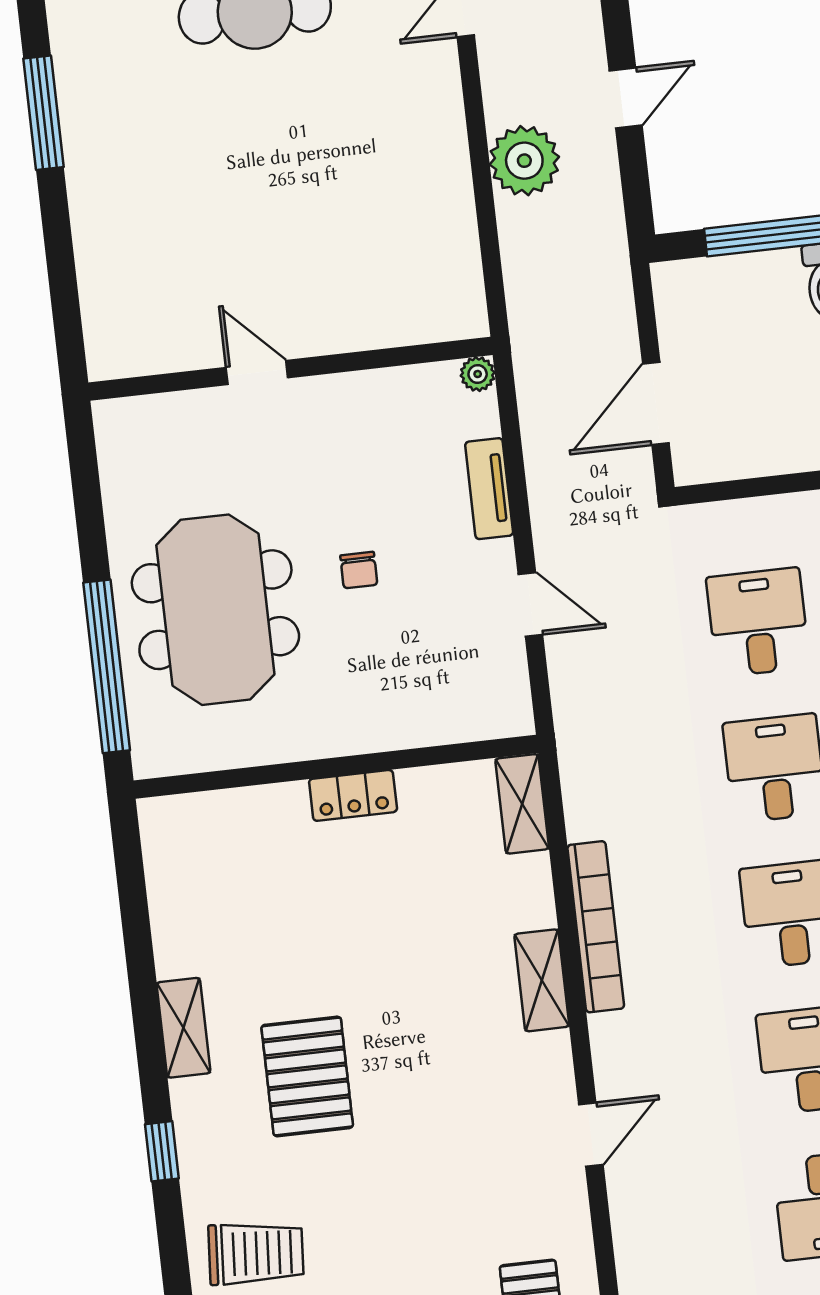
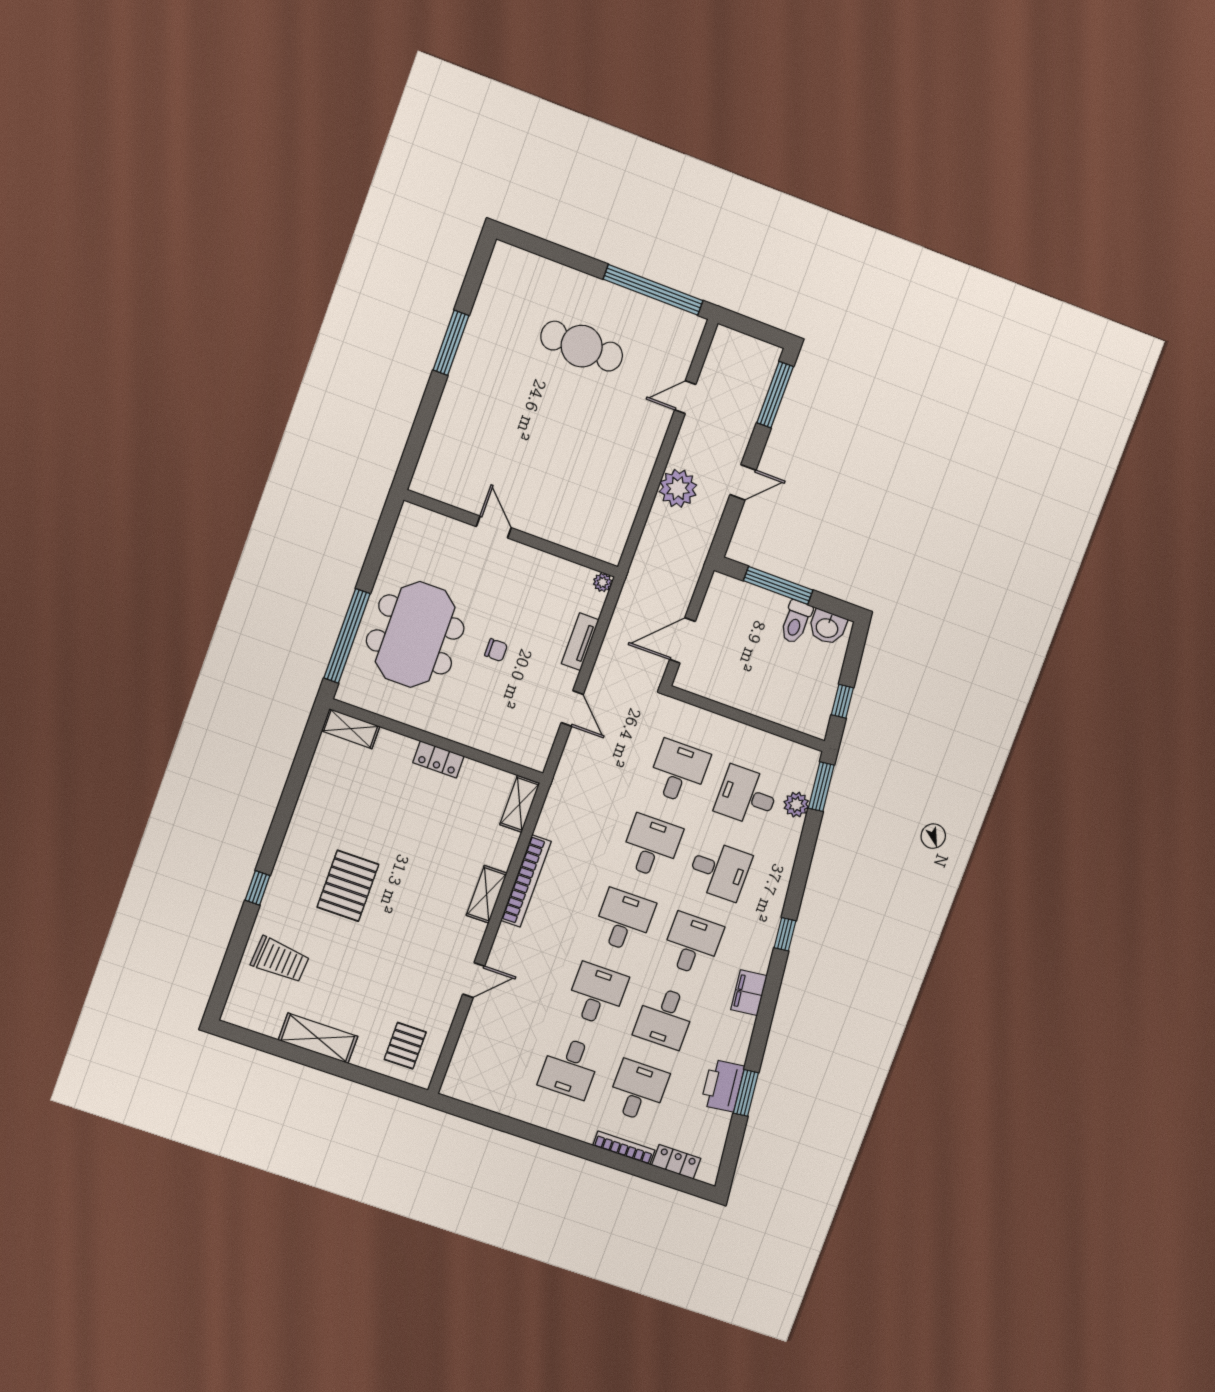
chair: (359, 570) -> (496, 650), turned -90
shelving: (184, 1028) -> (351, 729), moved, turned 90

